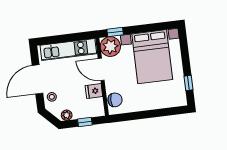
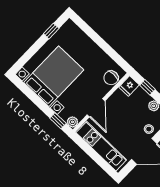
plant: (110, 47) -> (72, 122), width x0.53, depth x0.53
fridge: (94, 91) -> (129, 86), moved, turned 90
chair: (115, 100) -> (111, 78), turned -90

